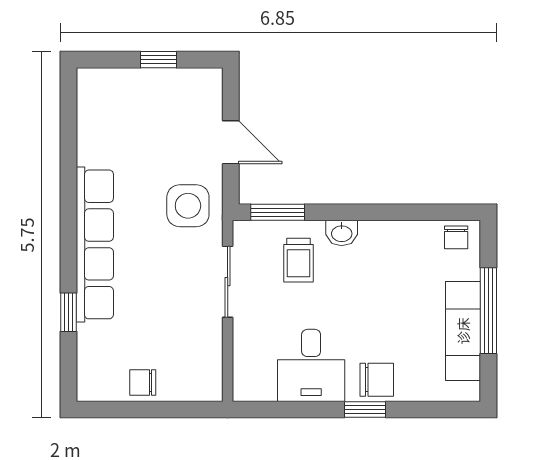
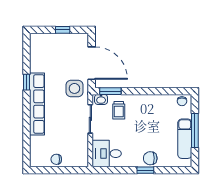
door: (231, 142) -> (92, 63), width x1.88
washbasin: (342, 233) -> (101, 99), moved
window: (69, 312) -> (27, 82), moved
desk: (311, 365) -> (107, 154), moved, turned 90
chair: (377, 380) -> (150, 158), turned 180

